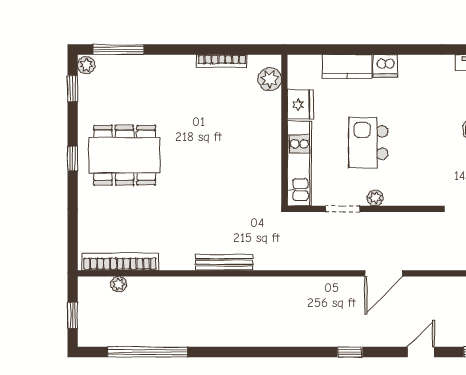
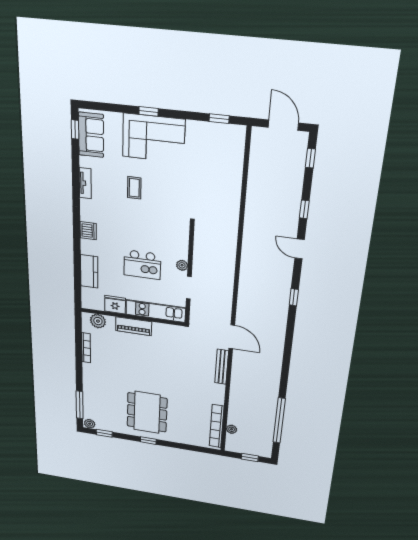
dishwasher: (385, 66) -> (88, 231), moved
piano: (270, 132) -> (134, 326), added
door: (384, 273) -> (232, 337), moved

